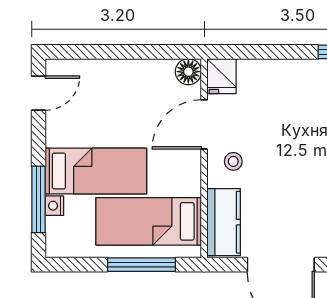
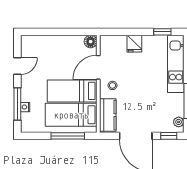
fridge: (221, 76) -> (134, 44), moved
door: (39, 93) -> (17, 66), moved
bed: (96, 171) -> (72, 91), moved, turned 180

